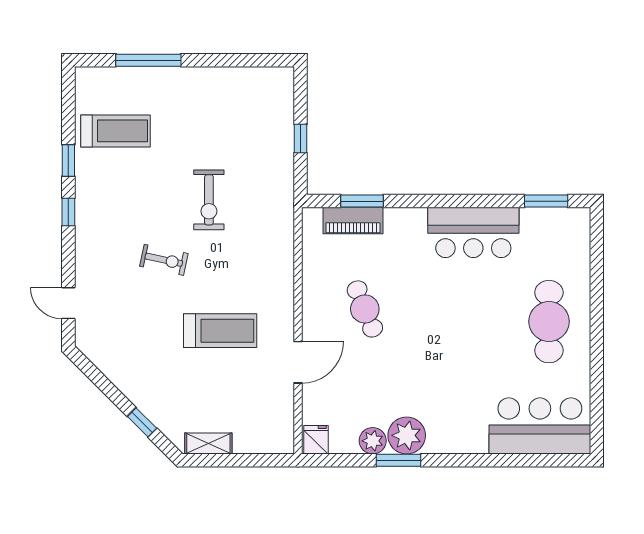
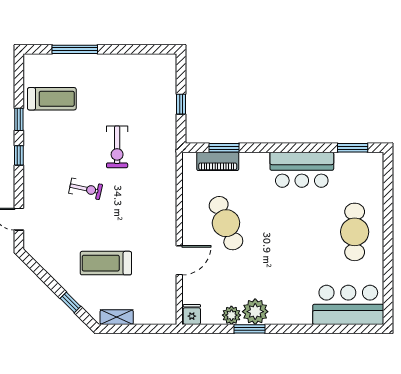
cafe table: (365, 309) -> (226, 223), width x1.37, depth x1.35
treadmill: (220, 331) -> (106, 263), moved, turned 180

